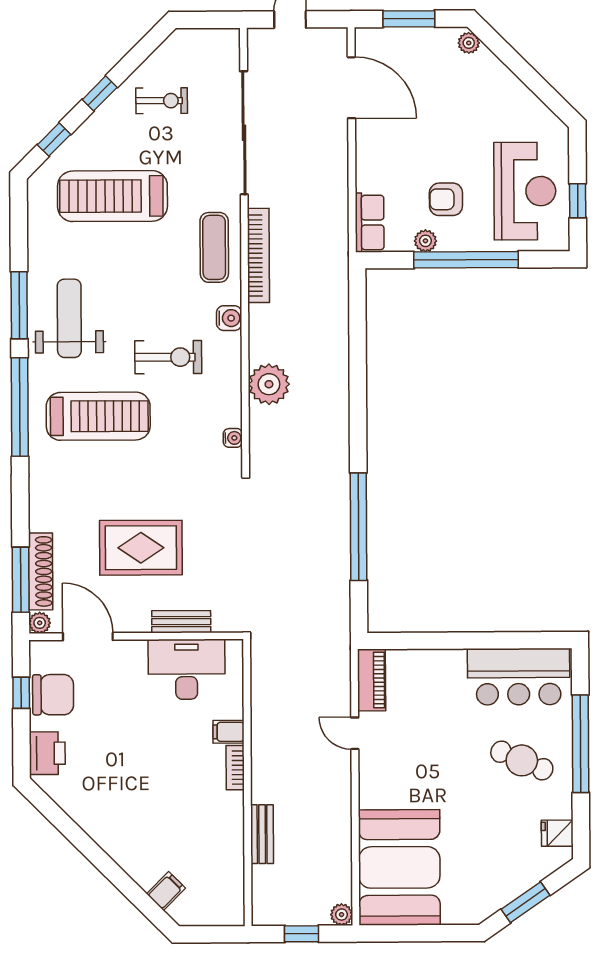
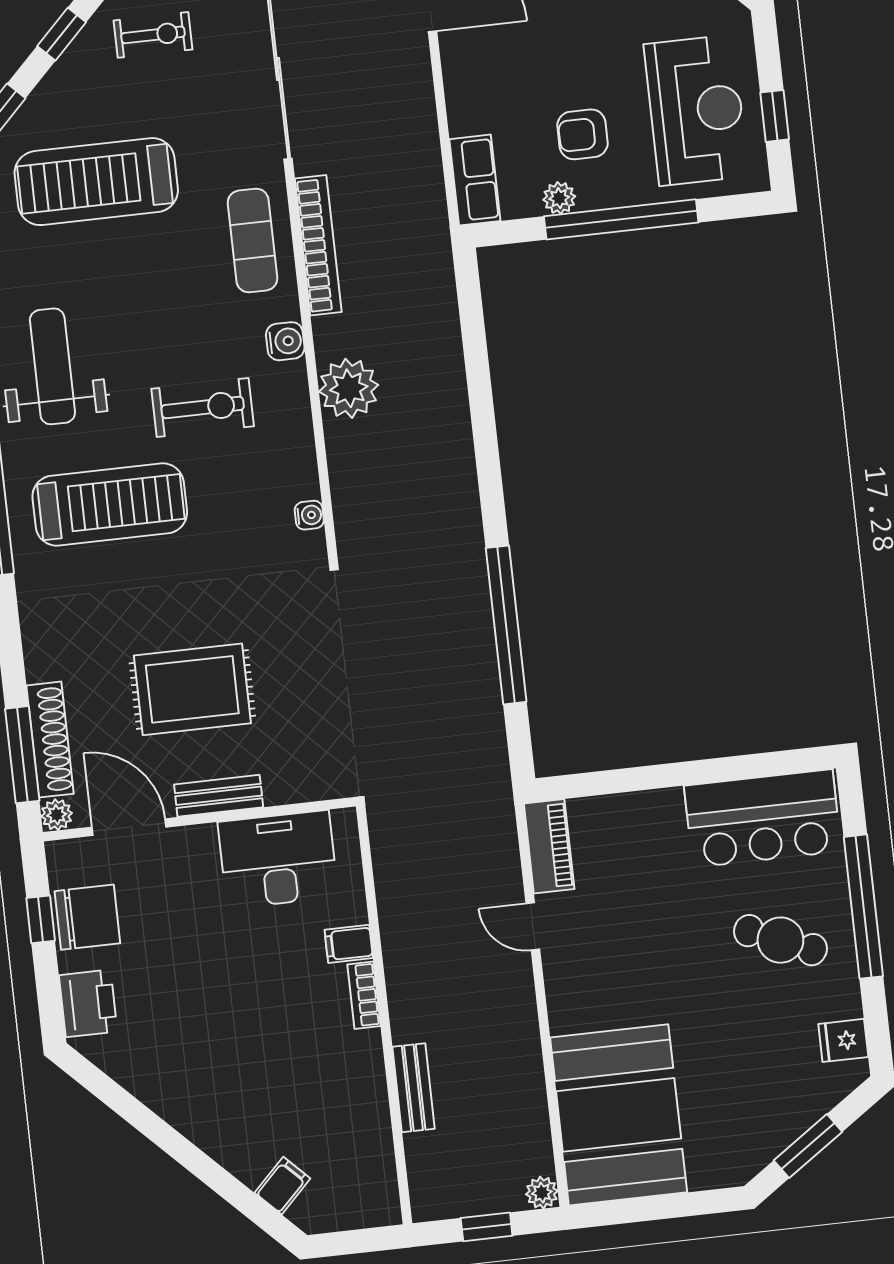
plant: (269, 384) -> (349, 388), moved
bench: (181, 622) -> (219, 796), moved

